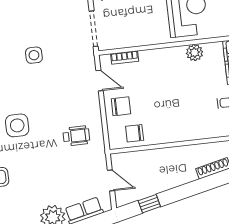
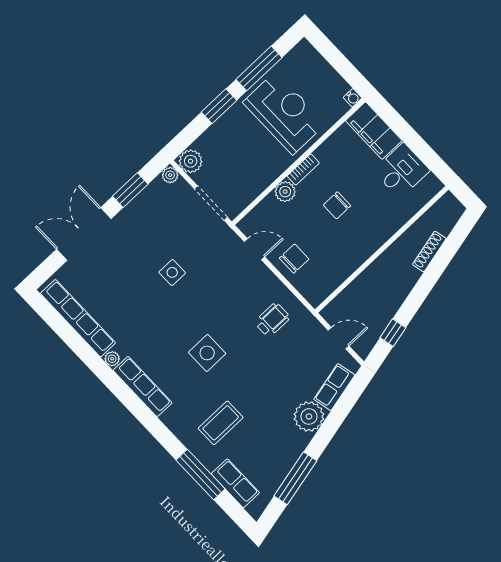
plant: (195, 53) -> (285, 192), moved
bookcase: (125, 57) -> (303, 169), moved
chair: (135, 133) -> (337, 205), moved

